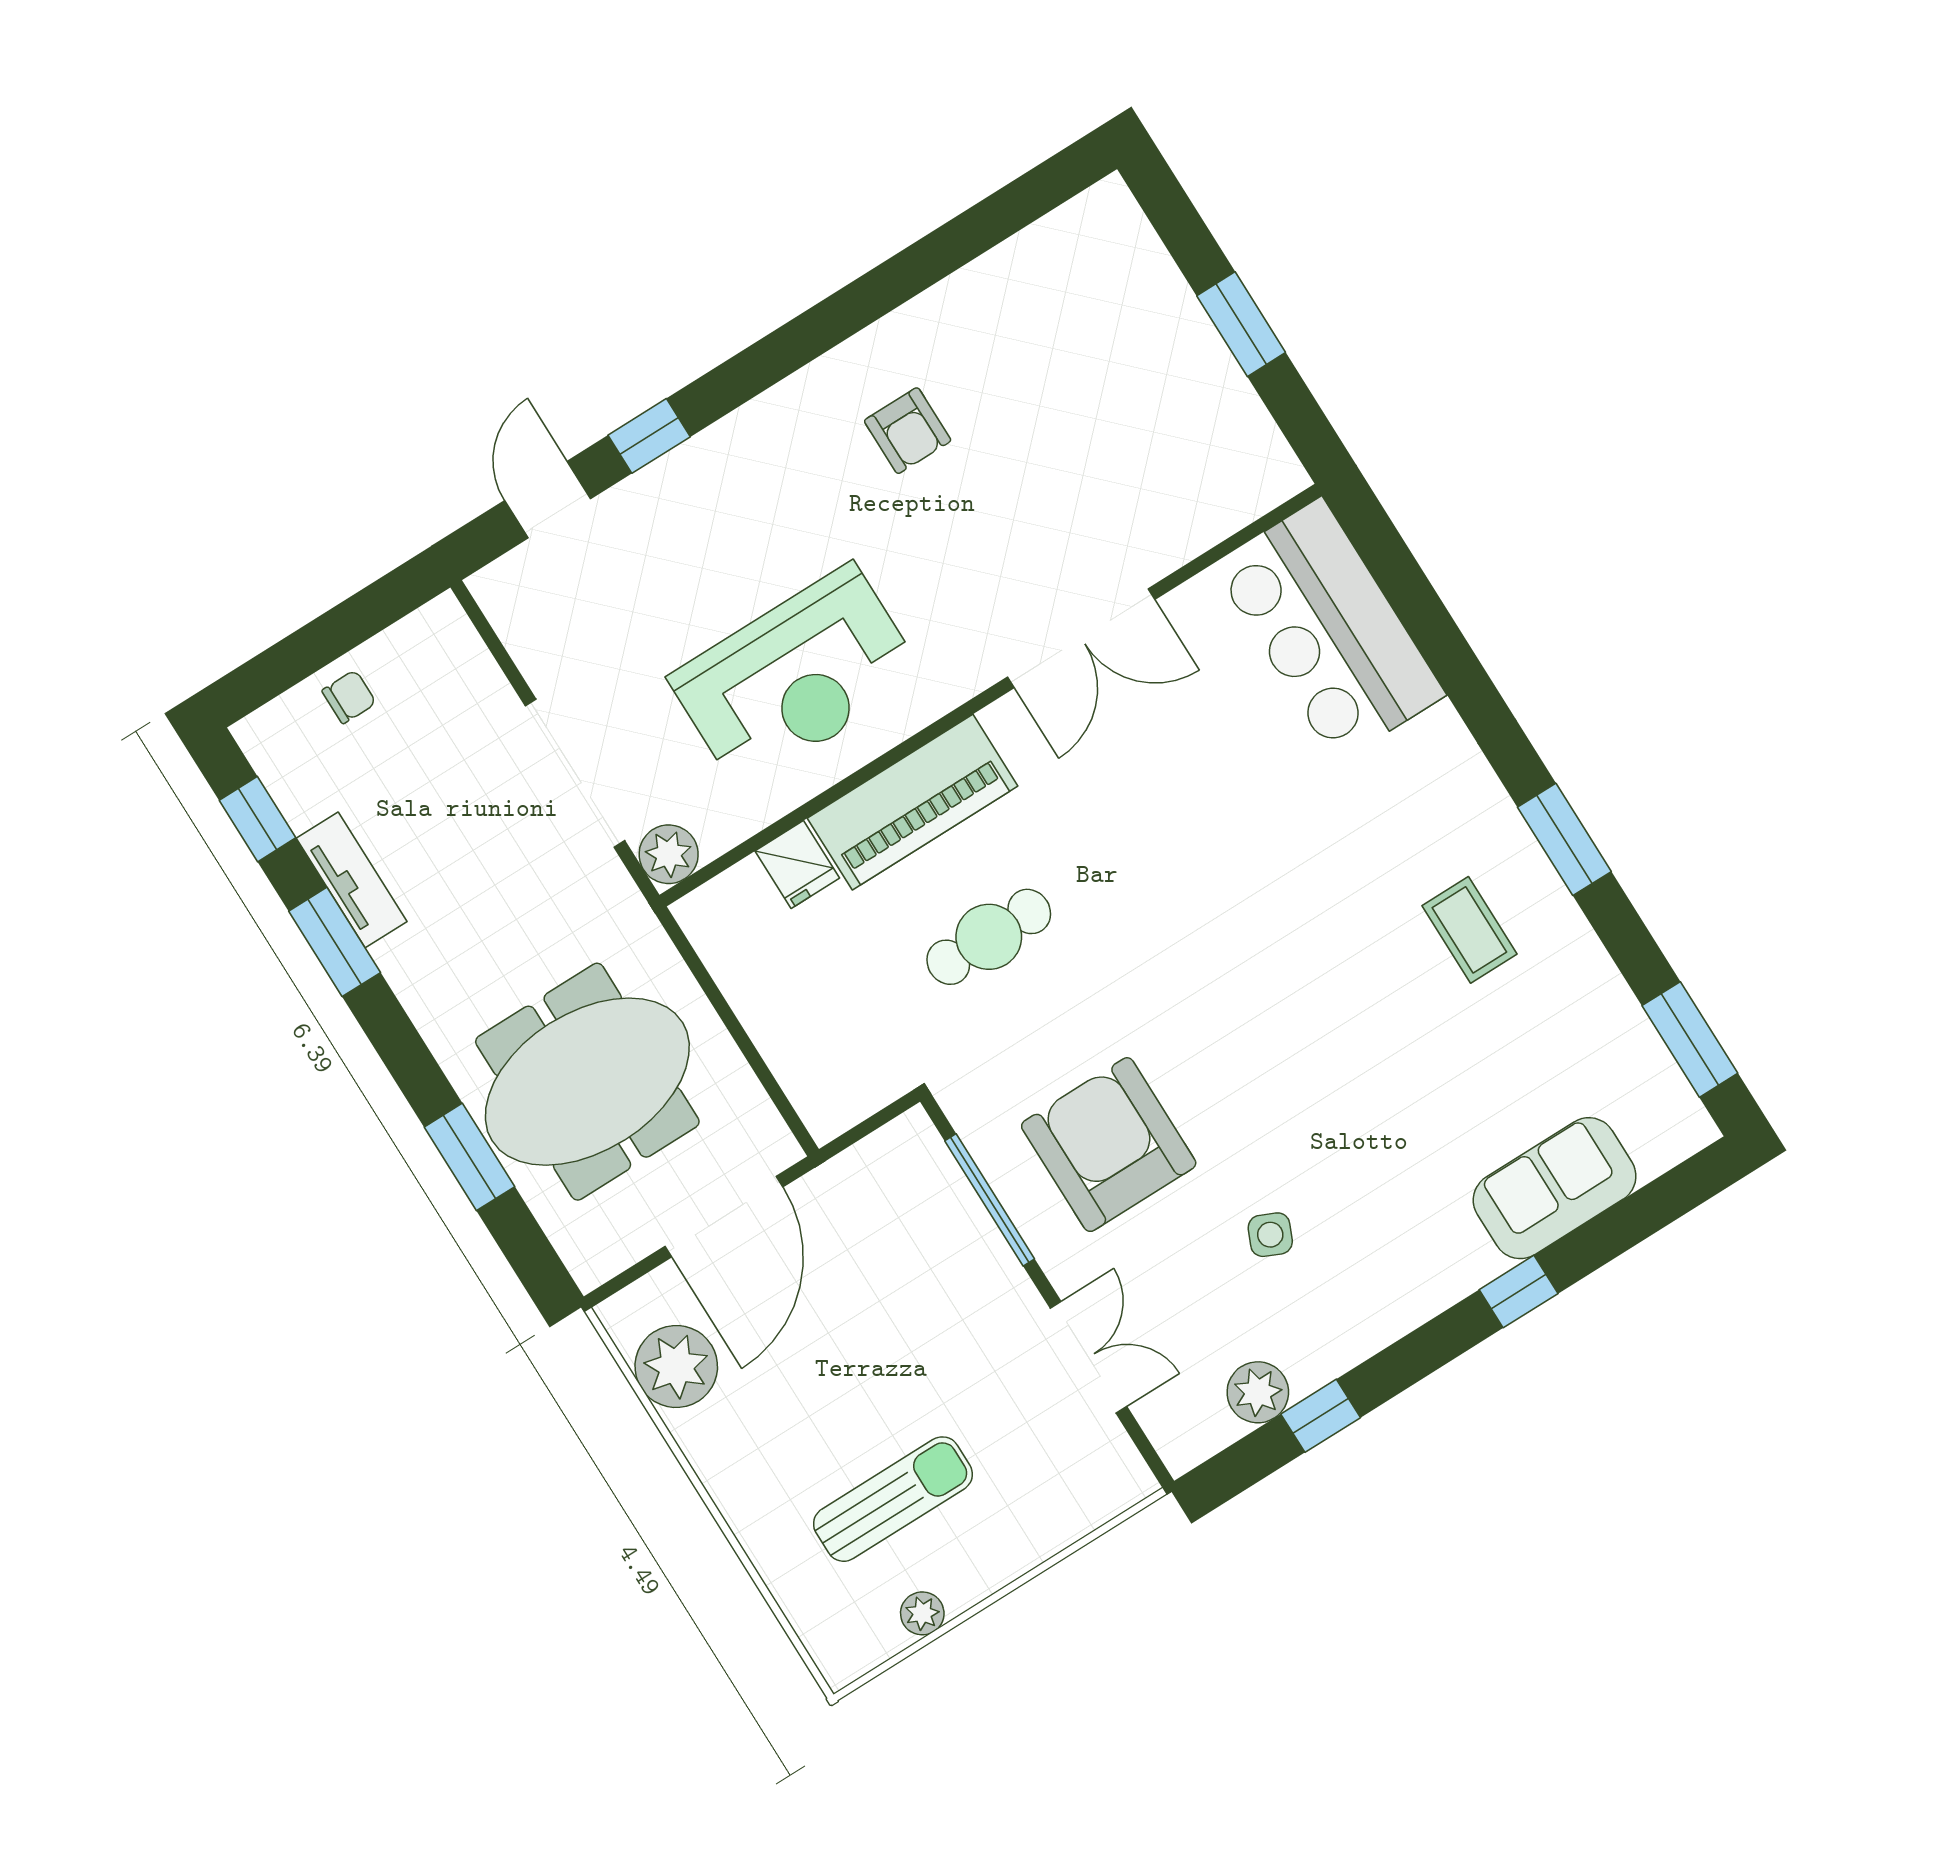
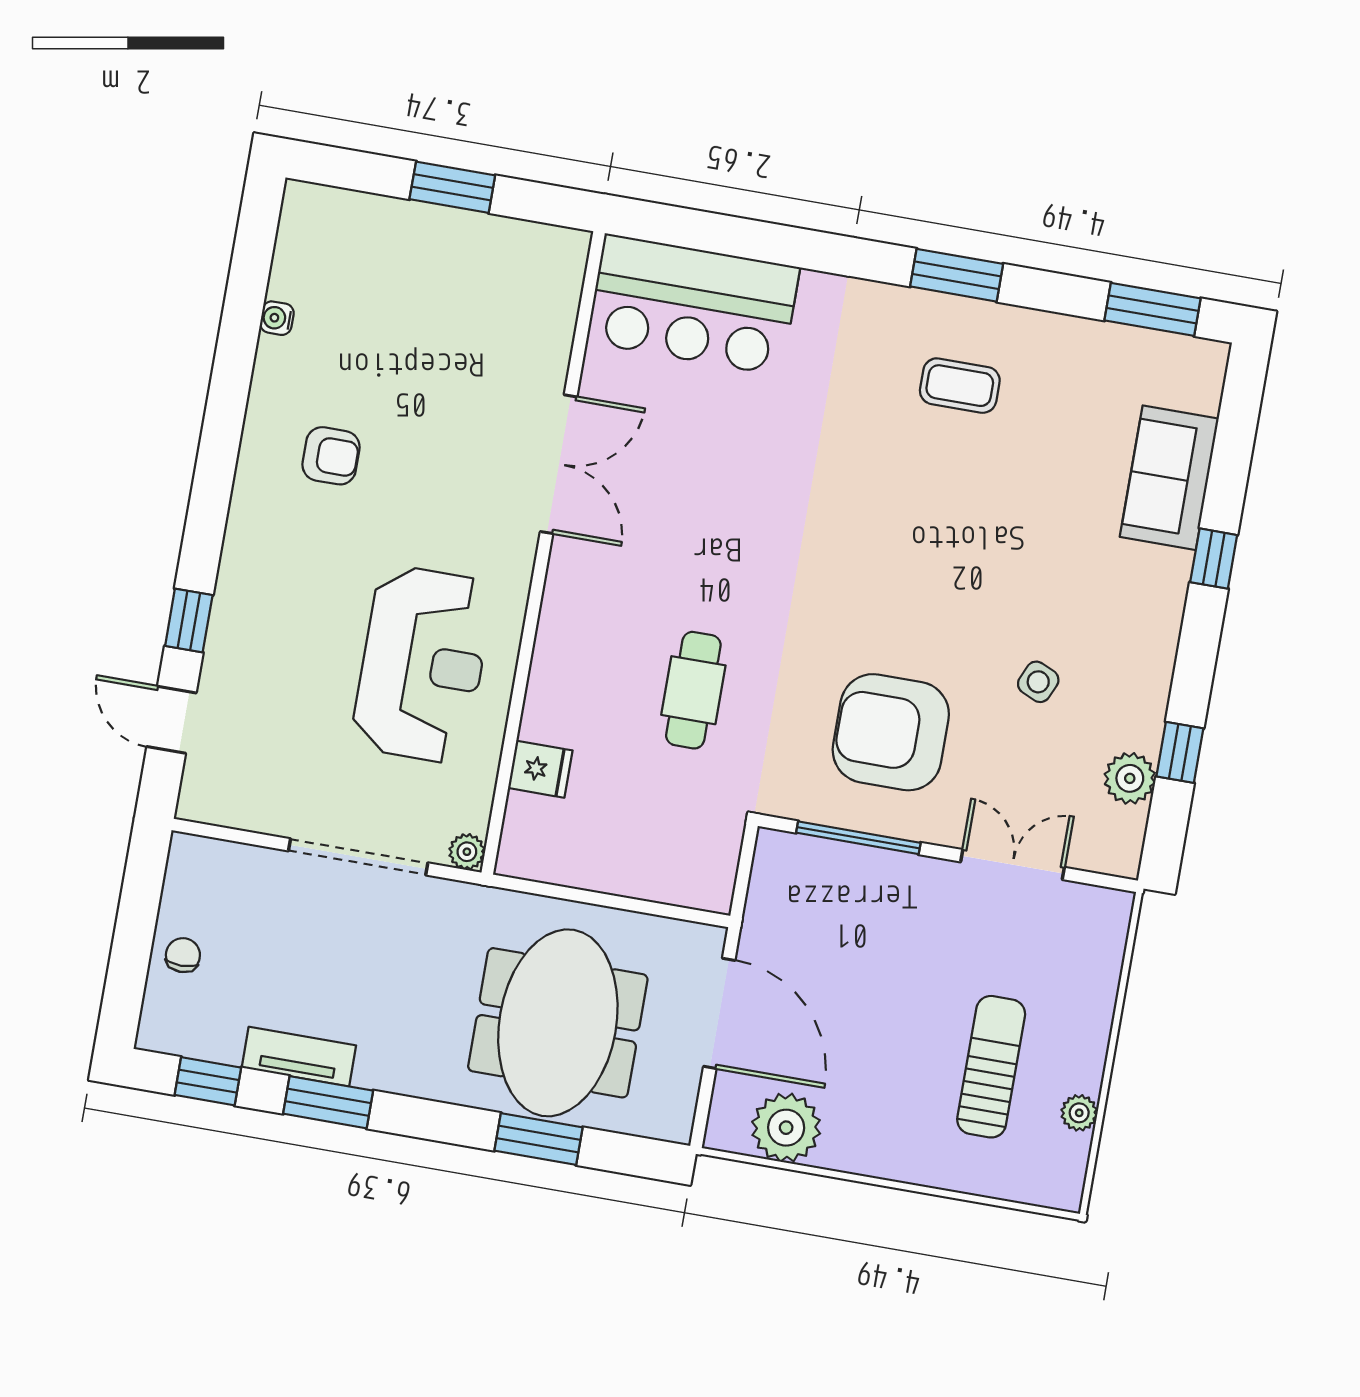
water cooler: (986, 273) -> (277, 318), added
piano: (913, 802) -> (566, 662), removed
plant: (669, 854) -> (467, 852), width x0.73, depth x0.73

